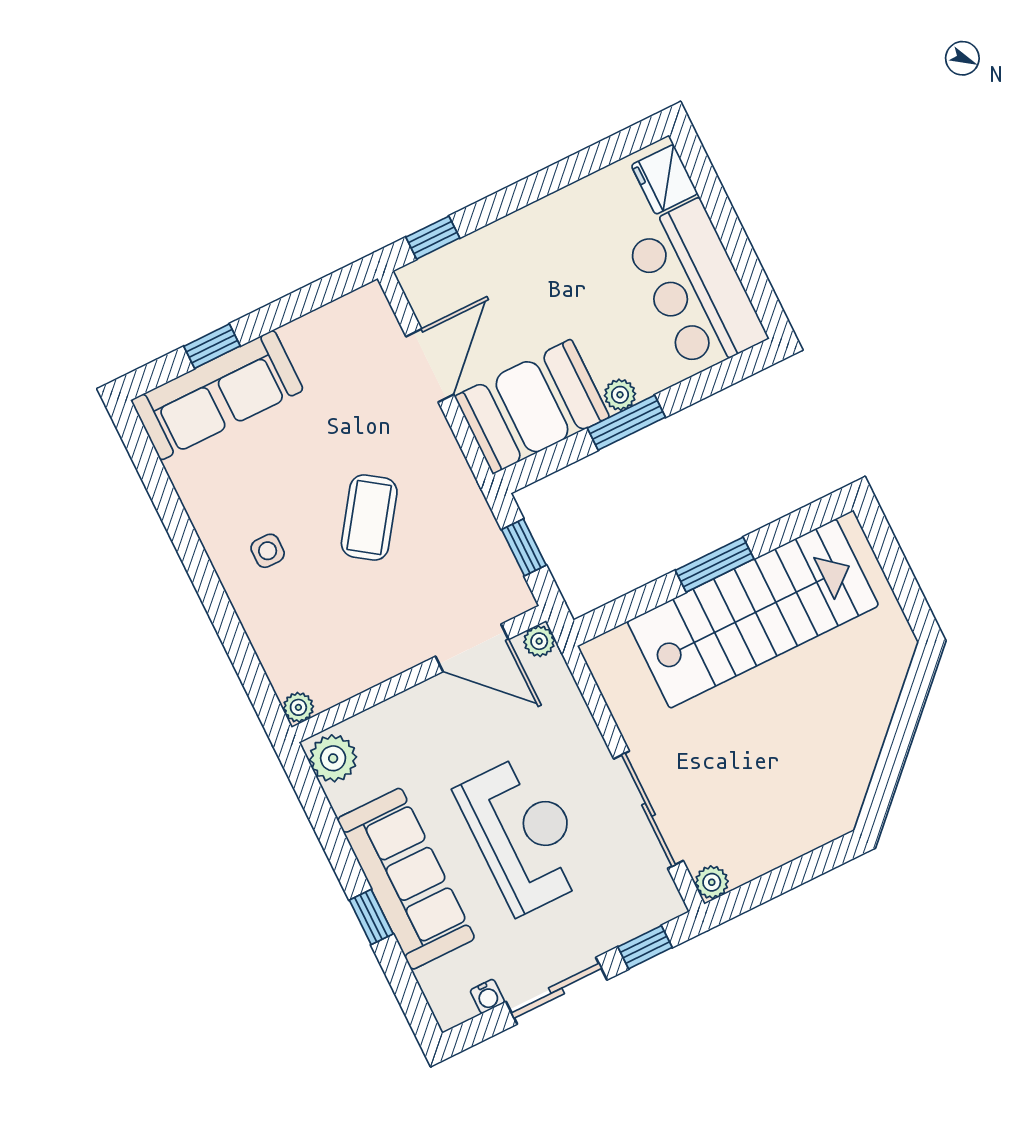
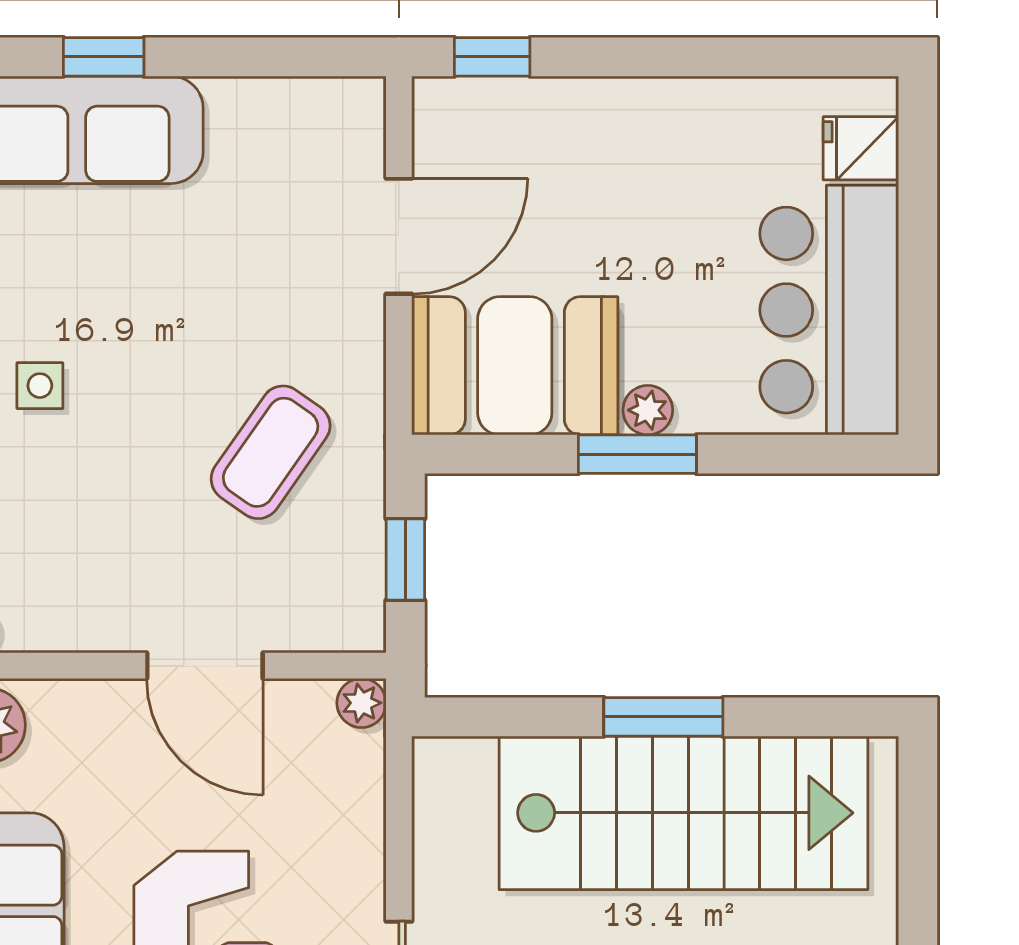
fridge: (664, 179) -> (861, 148), width x0.72
coffee table: (369, 518) -> (271, 452), moved
door: (472, 648) -> (205, 666), moved

